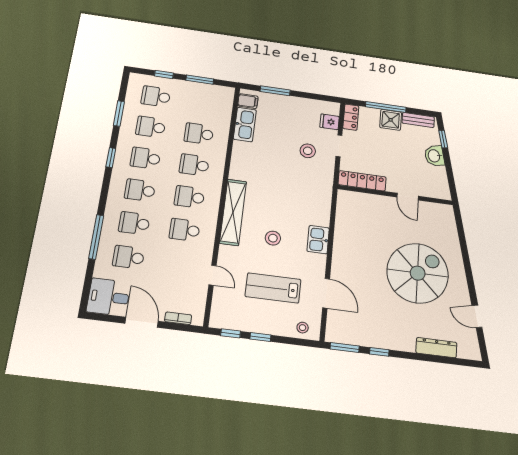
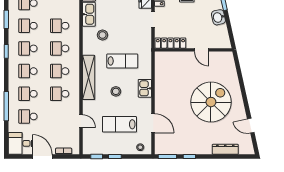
stool: (308, 151) -> (102, 35), moved
lab bench: (288, 196) -> (122, 61), added

